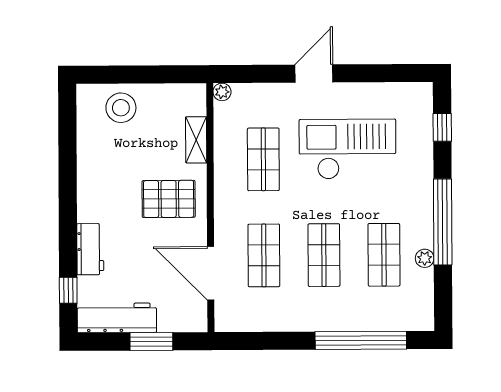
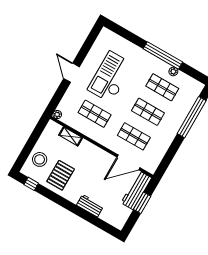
window: (442, 127) -> (124, 33), removed
pallet: (169, 199) -> (61, 175), moved
window: (68, 290) -> (31, 184), moved
workbench: (117, 318) -> (136, 190), moved

